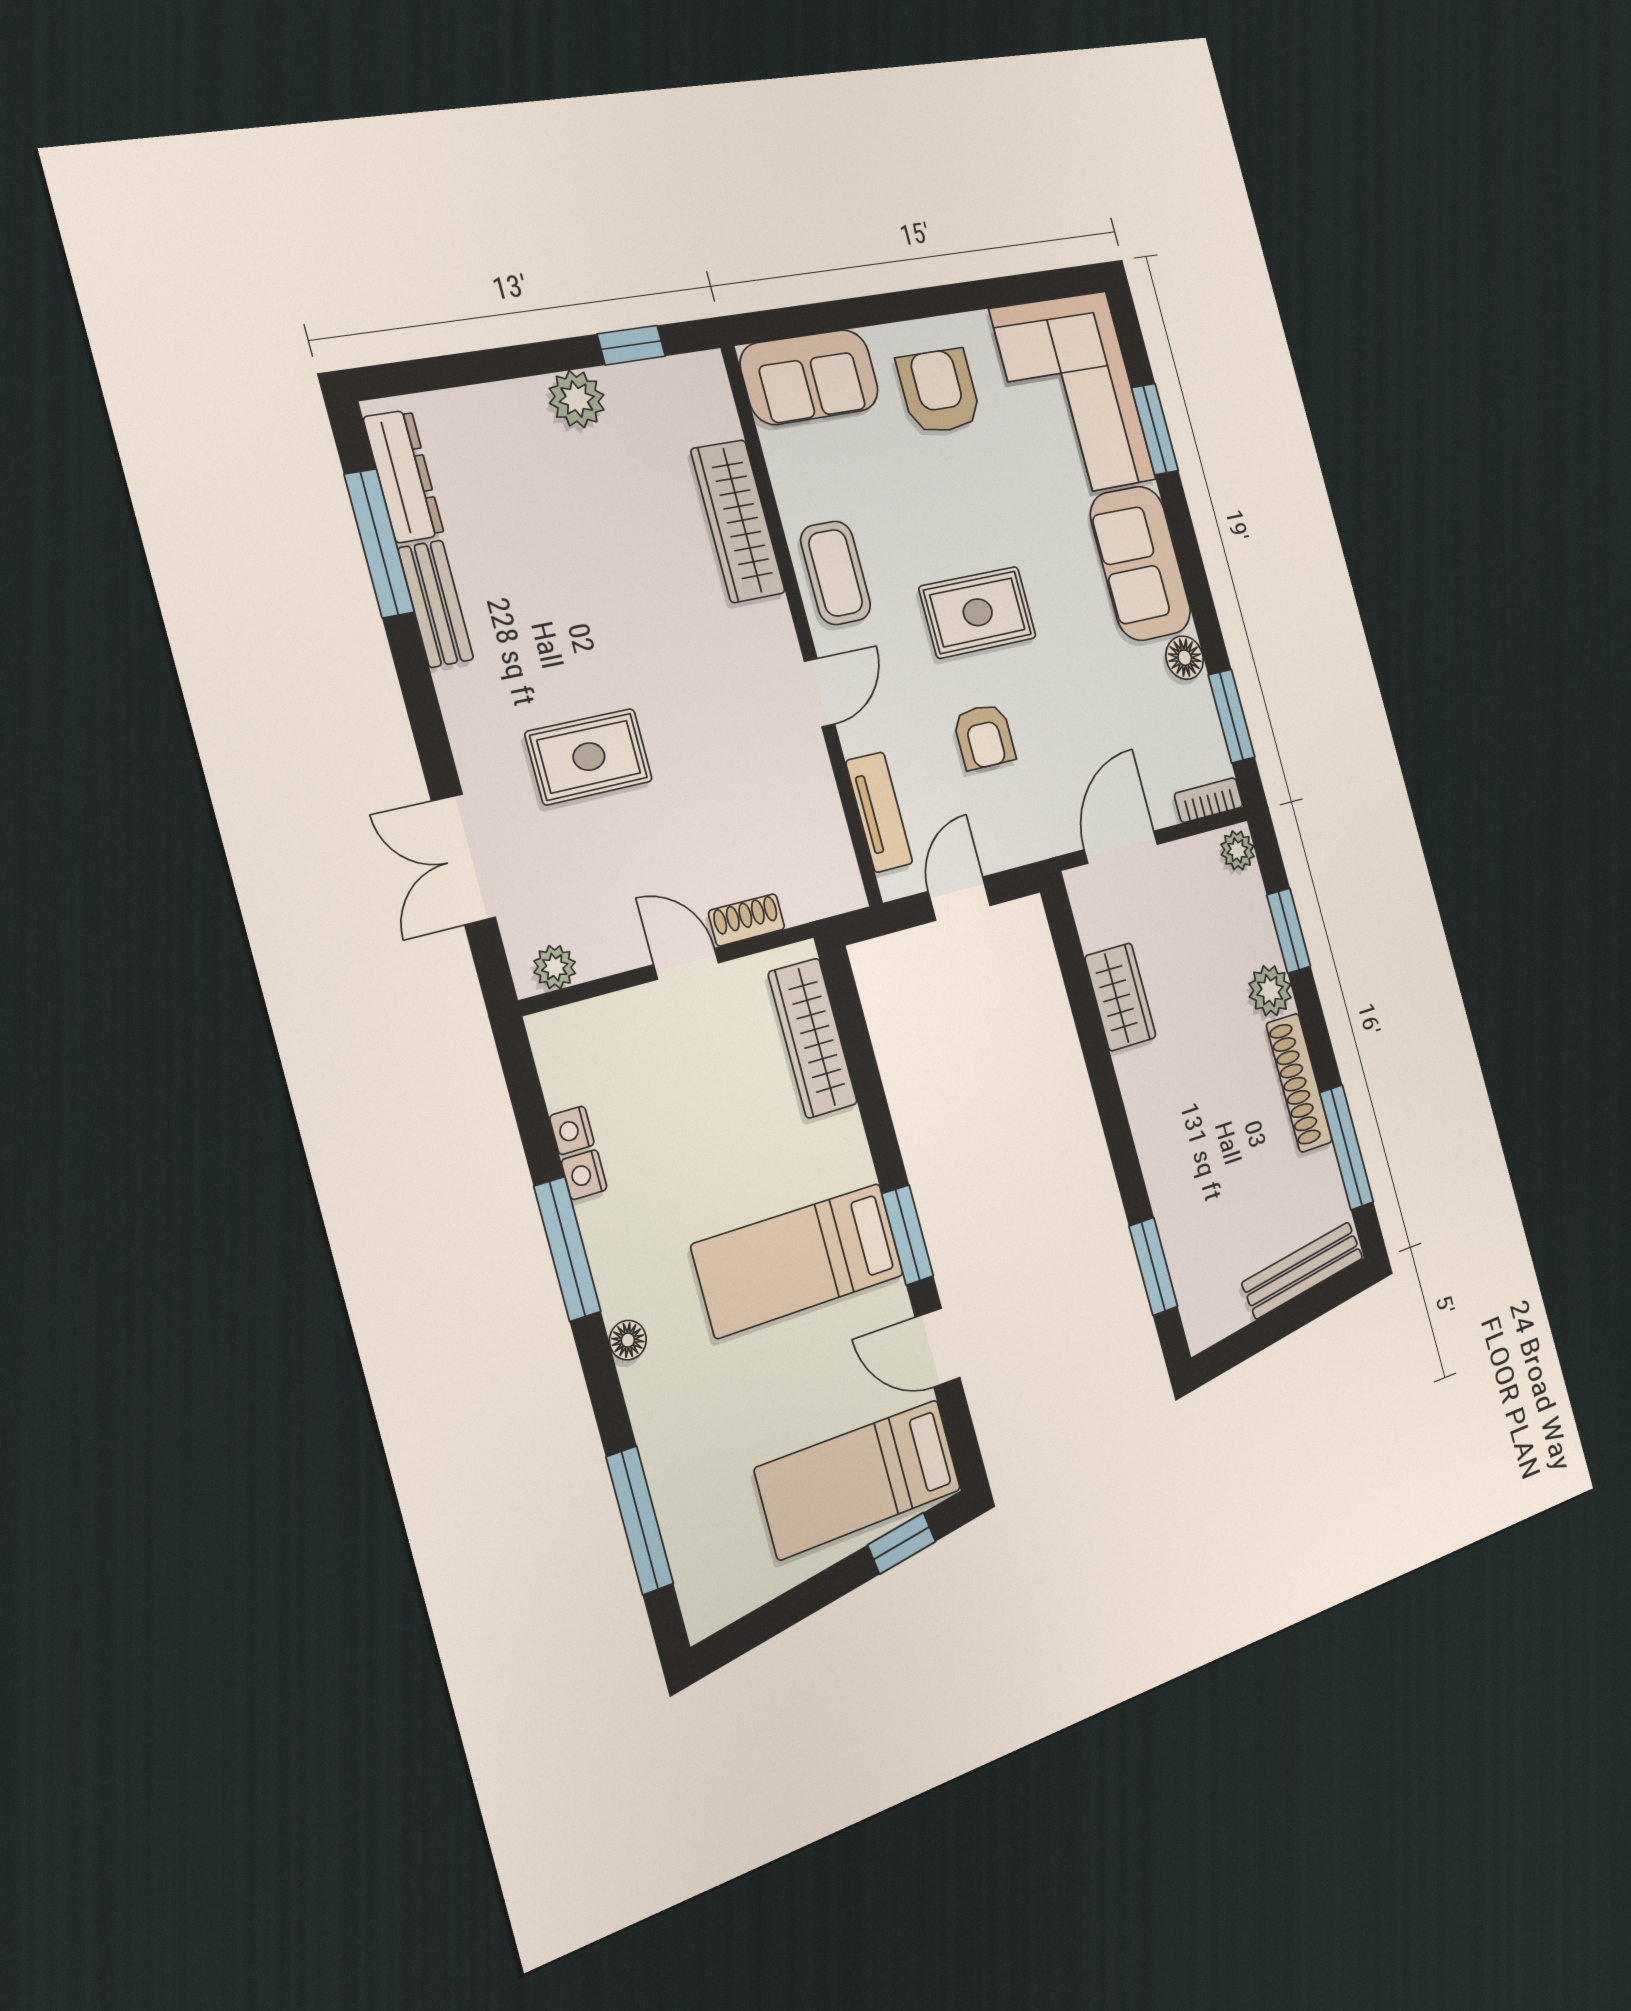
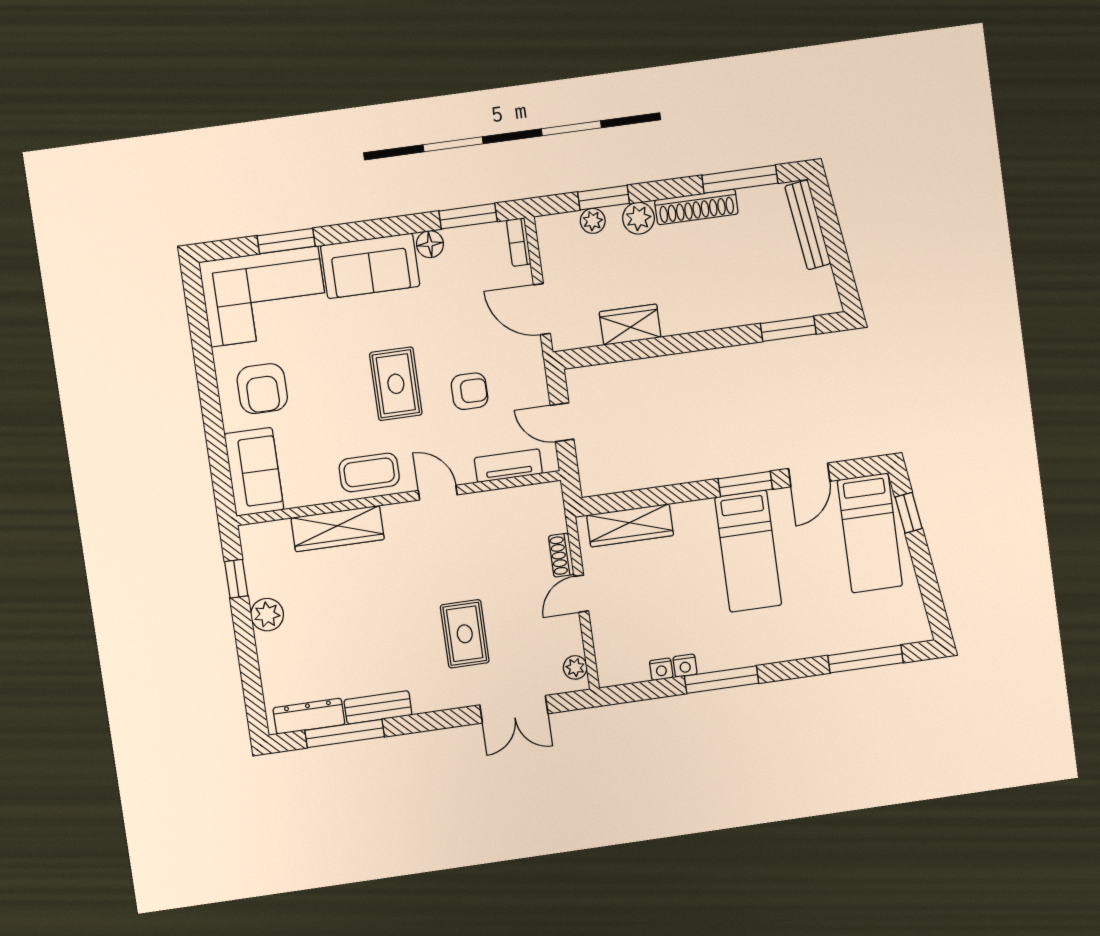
armchair: (939, 391) -> (262, 389), turned -90
plant: (1237, 850) -> (593, 221), moved
floor lamp: (628, 1340) -> (773, 653), removed

